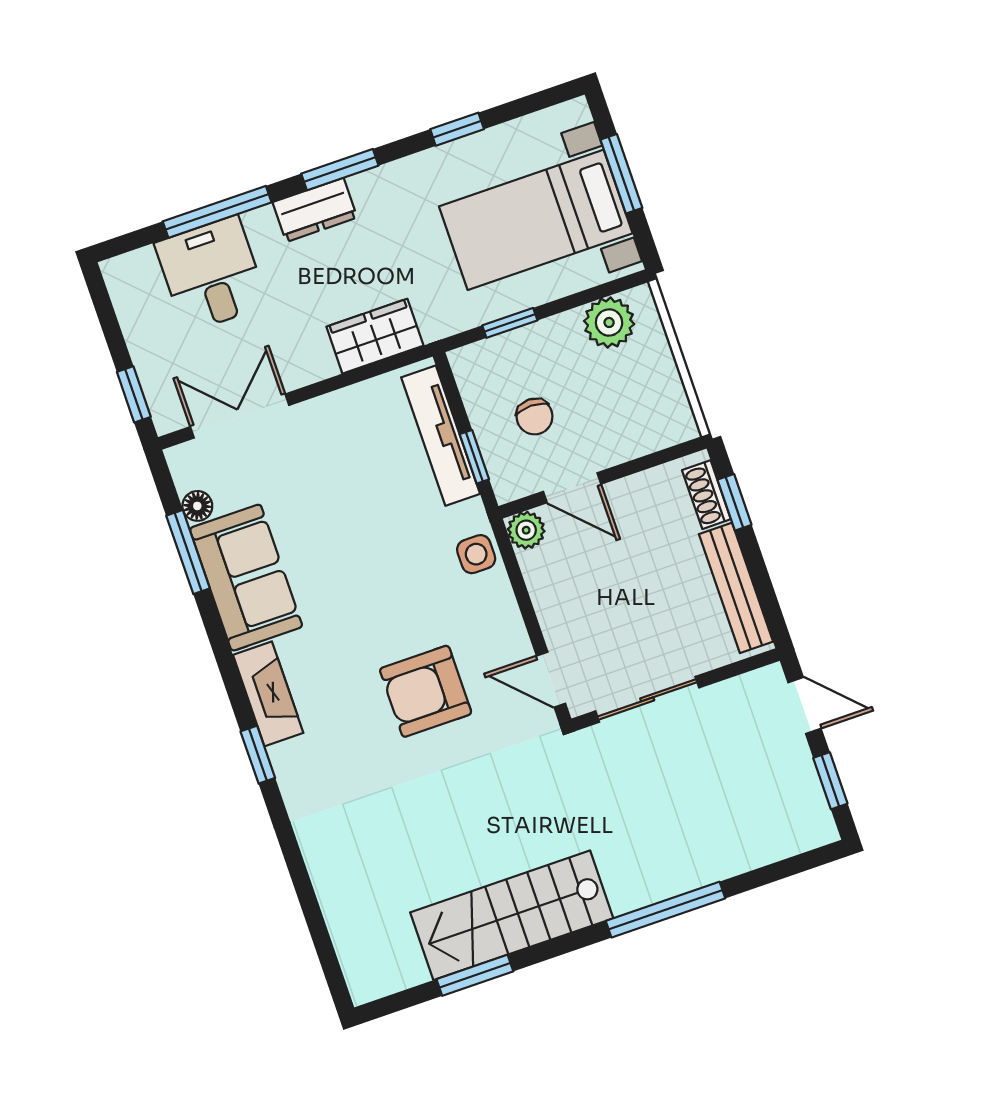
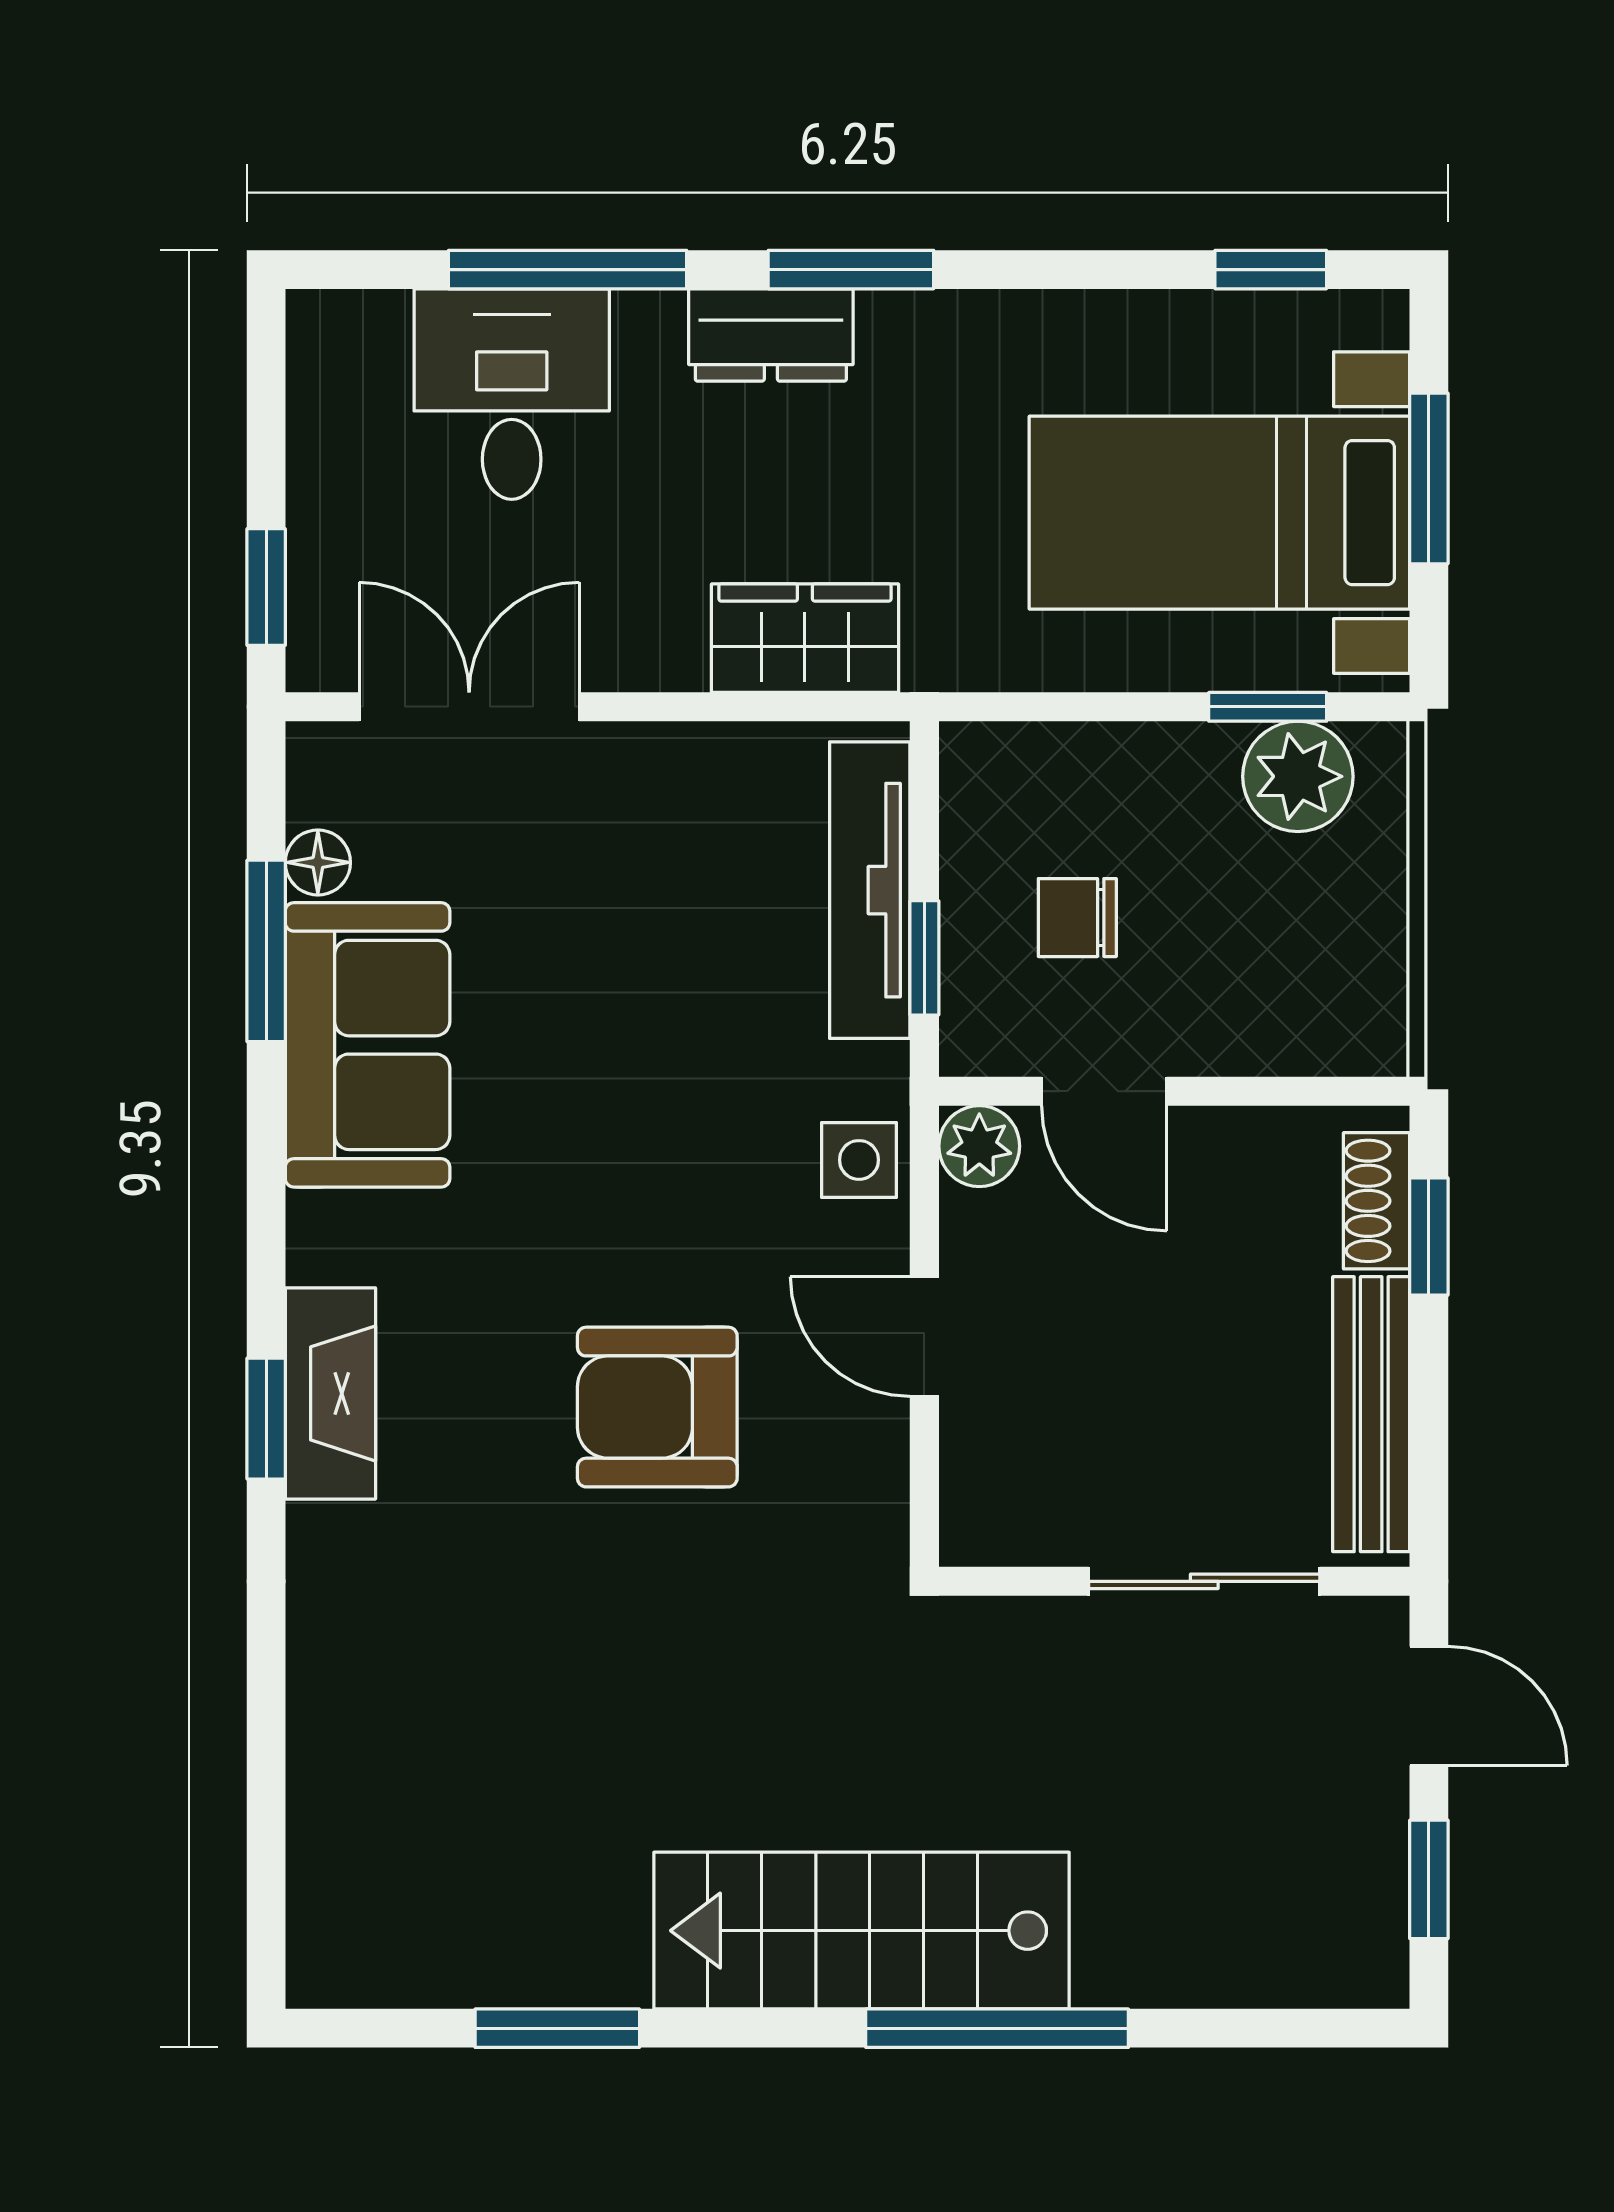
window: (457, 129) -> (1271, 270), moved
window: (510, 323) -> (1268, 707), moved
chair: (535, 417) -> (1077, 918), turned 90
door: (551, 680) -> (924, 1337), moved
fireplace: (268, 694) -> (330, 1393), moved
sliding door: (647, 699) -> (1204, 1581), moved
stairs: (512, 915) -> (862, 1931), moved

